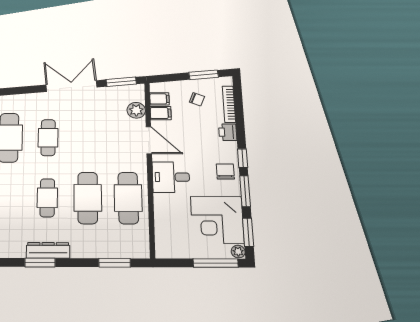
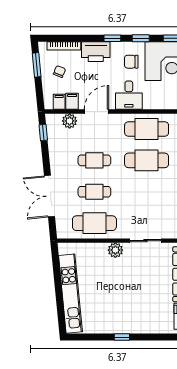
window: (121, 82) -> (43, 133), width x0.67
double door: (72, 86) -> (49, 196), moved
printer: (228, 132) -> (96, 52), width x1.87, depth x1.48
chair: (225, 172) -> (131, 62), moved
window: (245, 191) -> (141, 38), width x0.67
cafe table: (47, 198) -> (94, 160), moved

